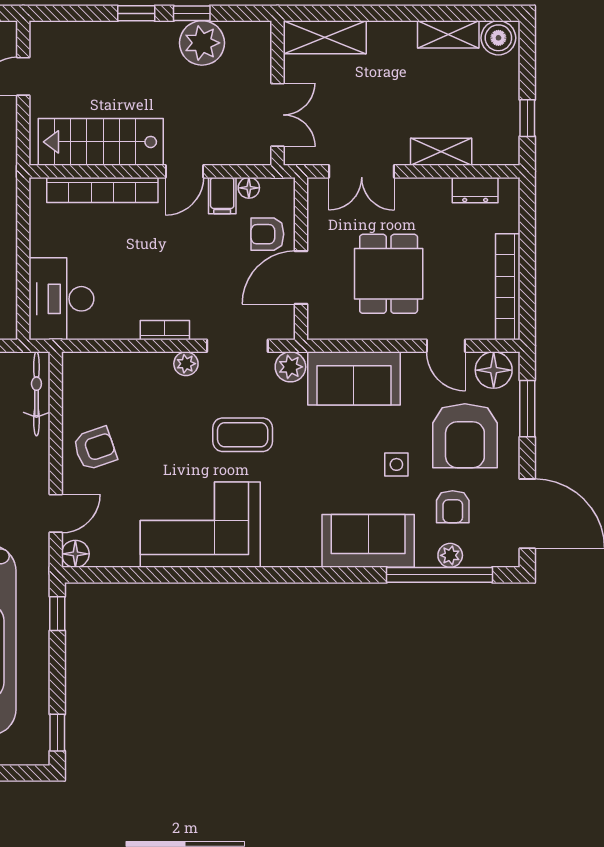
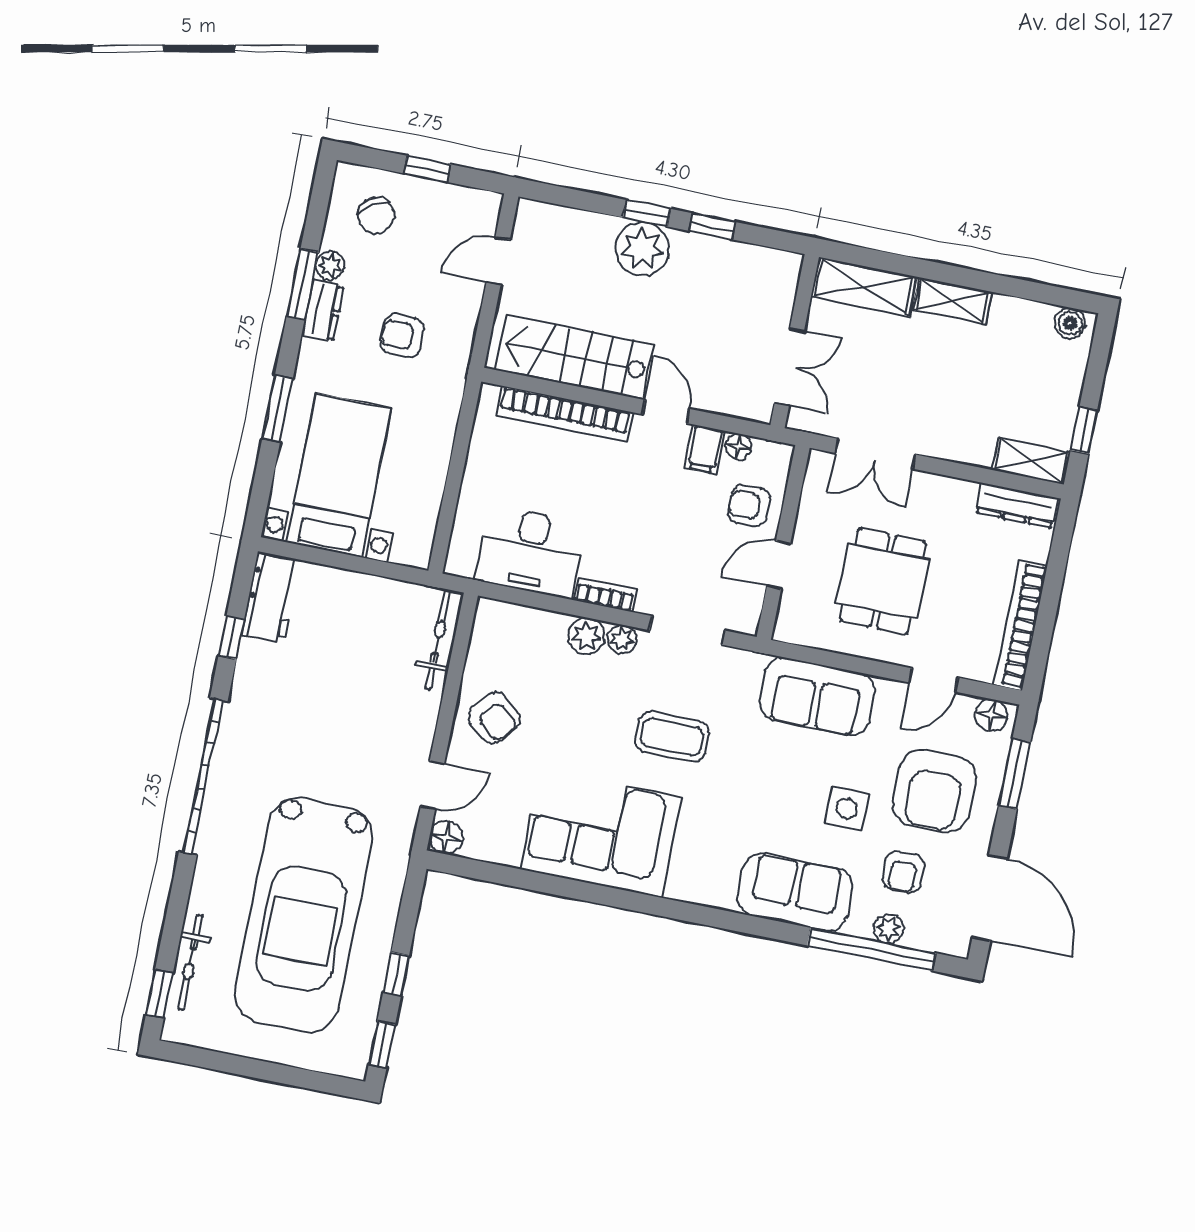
shelving: (448, 34) -> (952, 301), moved
boiler: (498, 38) -> (1070, 323), width x0.73, depth x0.73
plant: (202, 43) -> (642, 249), moved
shelving: (441, 152) -> (1031, 461), moved
door: (184, 171) -> (666, 412), swing flipped
dresser: (475, 190) -> (1017, 505), width x1.44
door: (301, 277) -> (779, 565), width x0.73
desk: (61, 299) -> (530, 552), moved, turned -90
door: (446, 346) -> (934, 680), hinge flipped
plant: (290, 367) -> (586, 636), moved
floor lamp: (494, 370) -> (991, 715), width x0.73, depth x0.73
armchair: (95, 448) -> (494, 718), turned 59
side table: (396, 464) -> (847, 809), width x1.37, depth x1.37
window: (57, 614) -> (396, 974), moved

